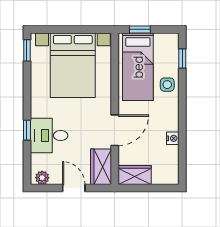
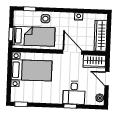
bed with nightstands: (73, 65) -> (32, 70), width x0.73
wardrobe: (135, 175) -> (101, 36), width x1.50
door: (74, 188) -> (107, 79), hinge flipped

